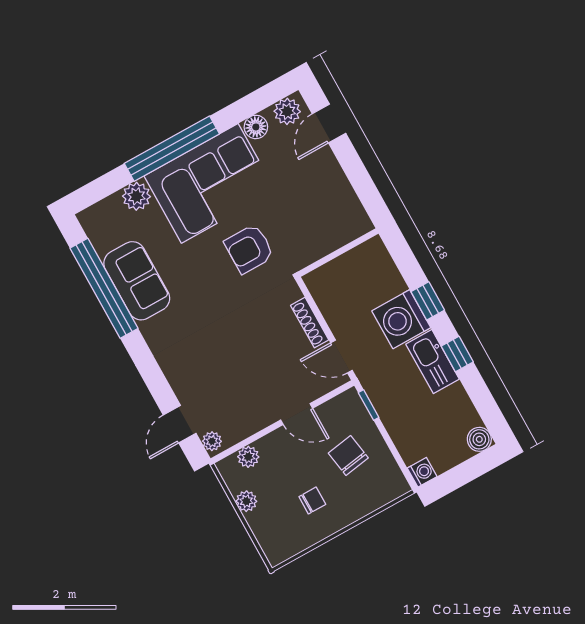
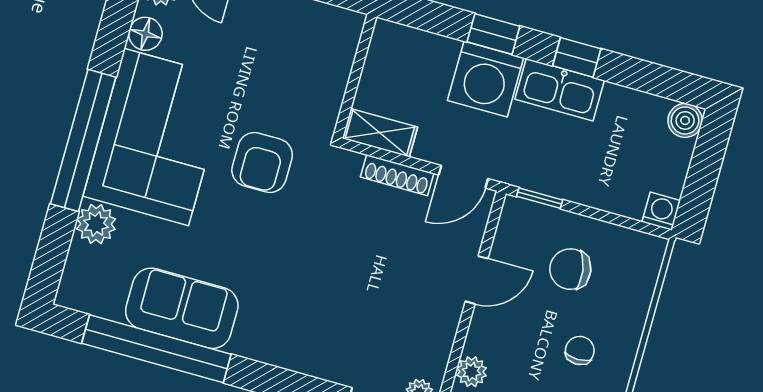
shelving: (322, 293) -> (380, 133), added

